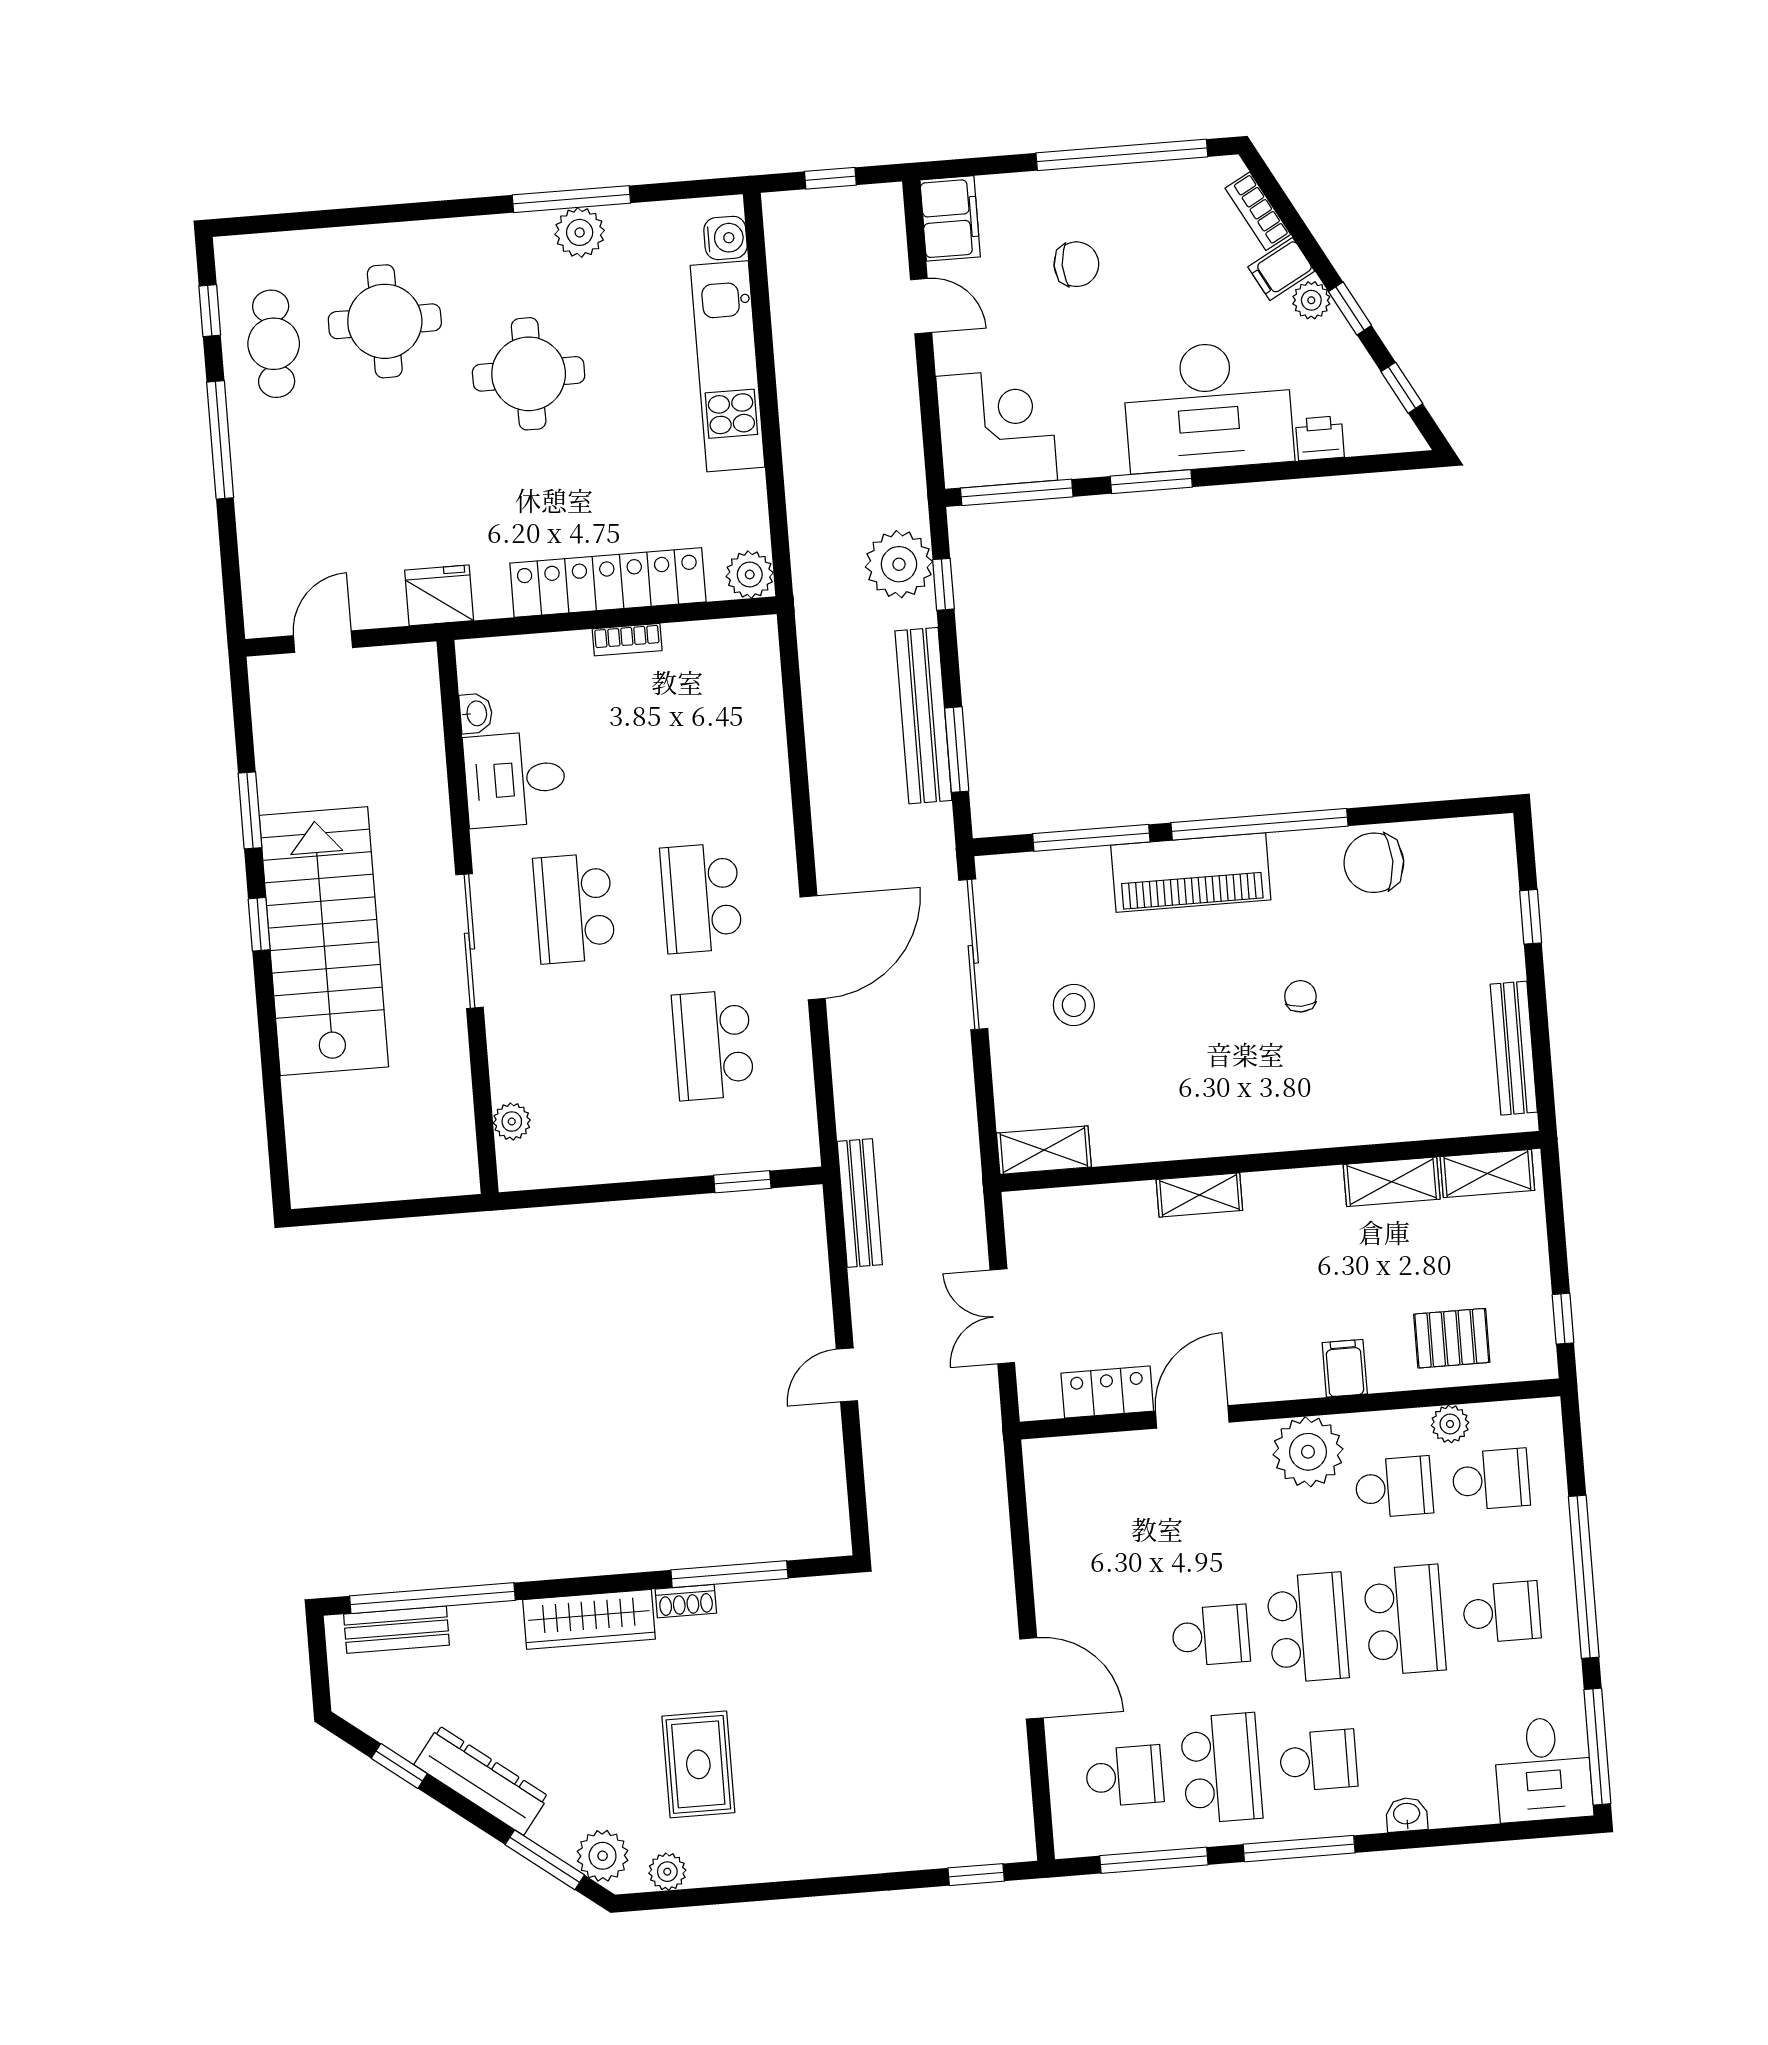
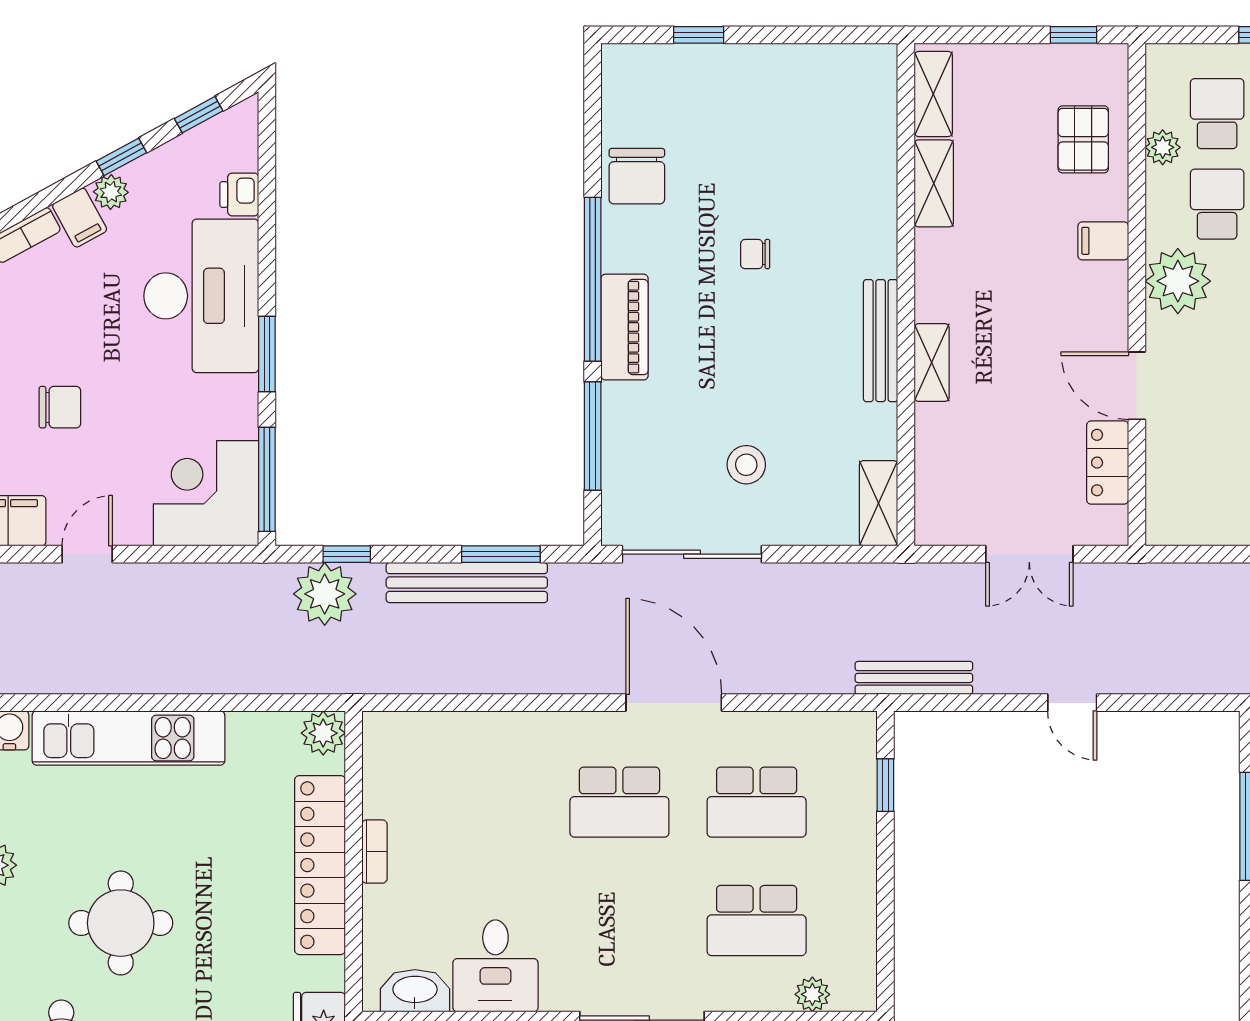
chair: (1076, 264) -> (60, 407), turned 90
washbasin: (476, 713) -> (415, 991), width x1.91, depth x1.45
piano: (1191, 873) -> (625, 327), width x0.73, depth x0.75
school desk: (574, 908) -> (757, 921), moved
bench: (1514, 1048) -> (881, 341), moved, turned 90

